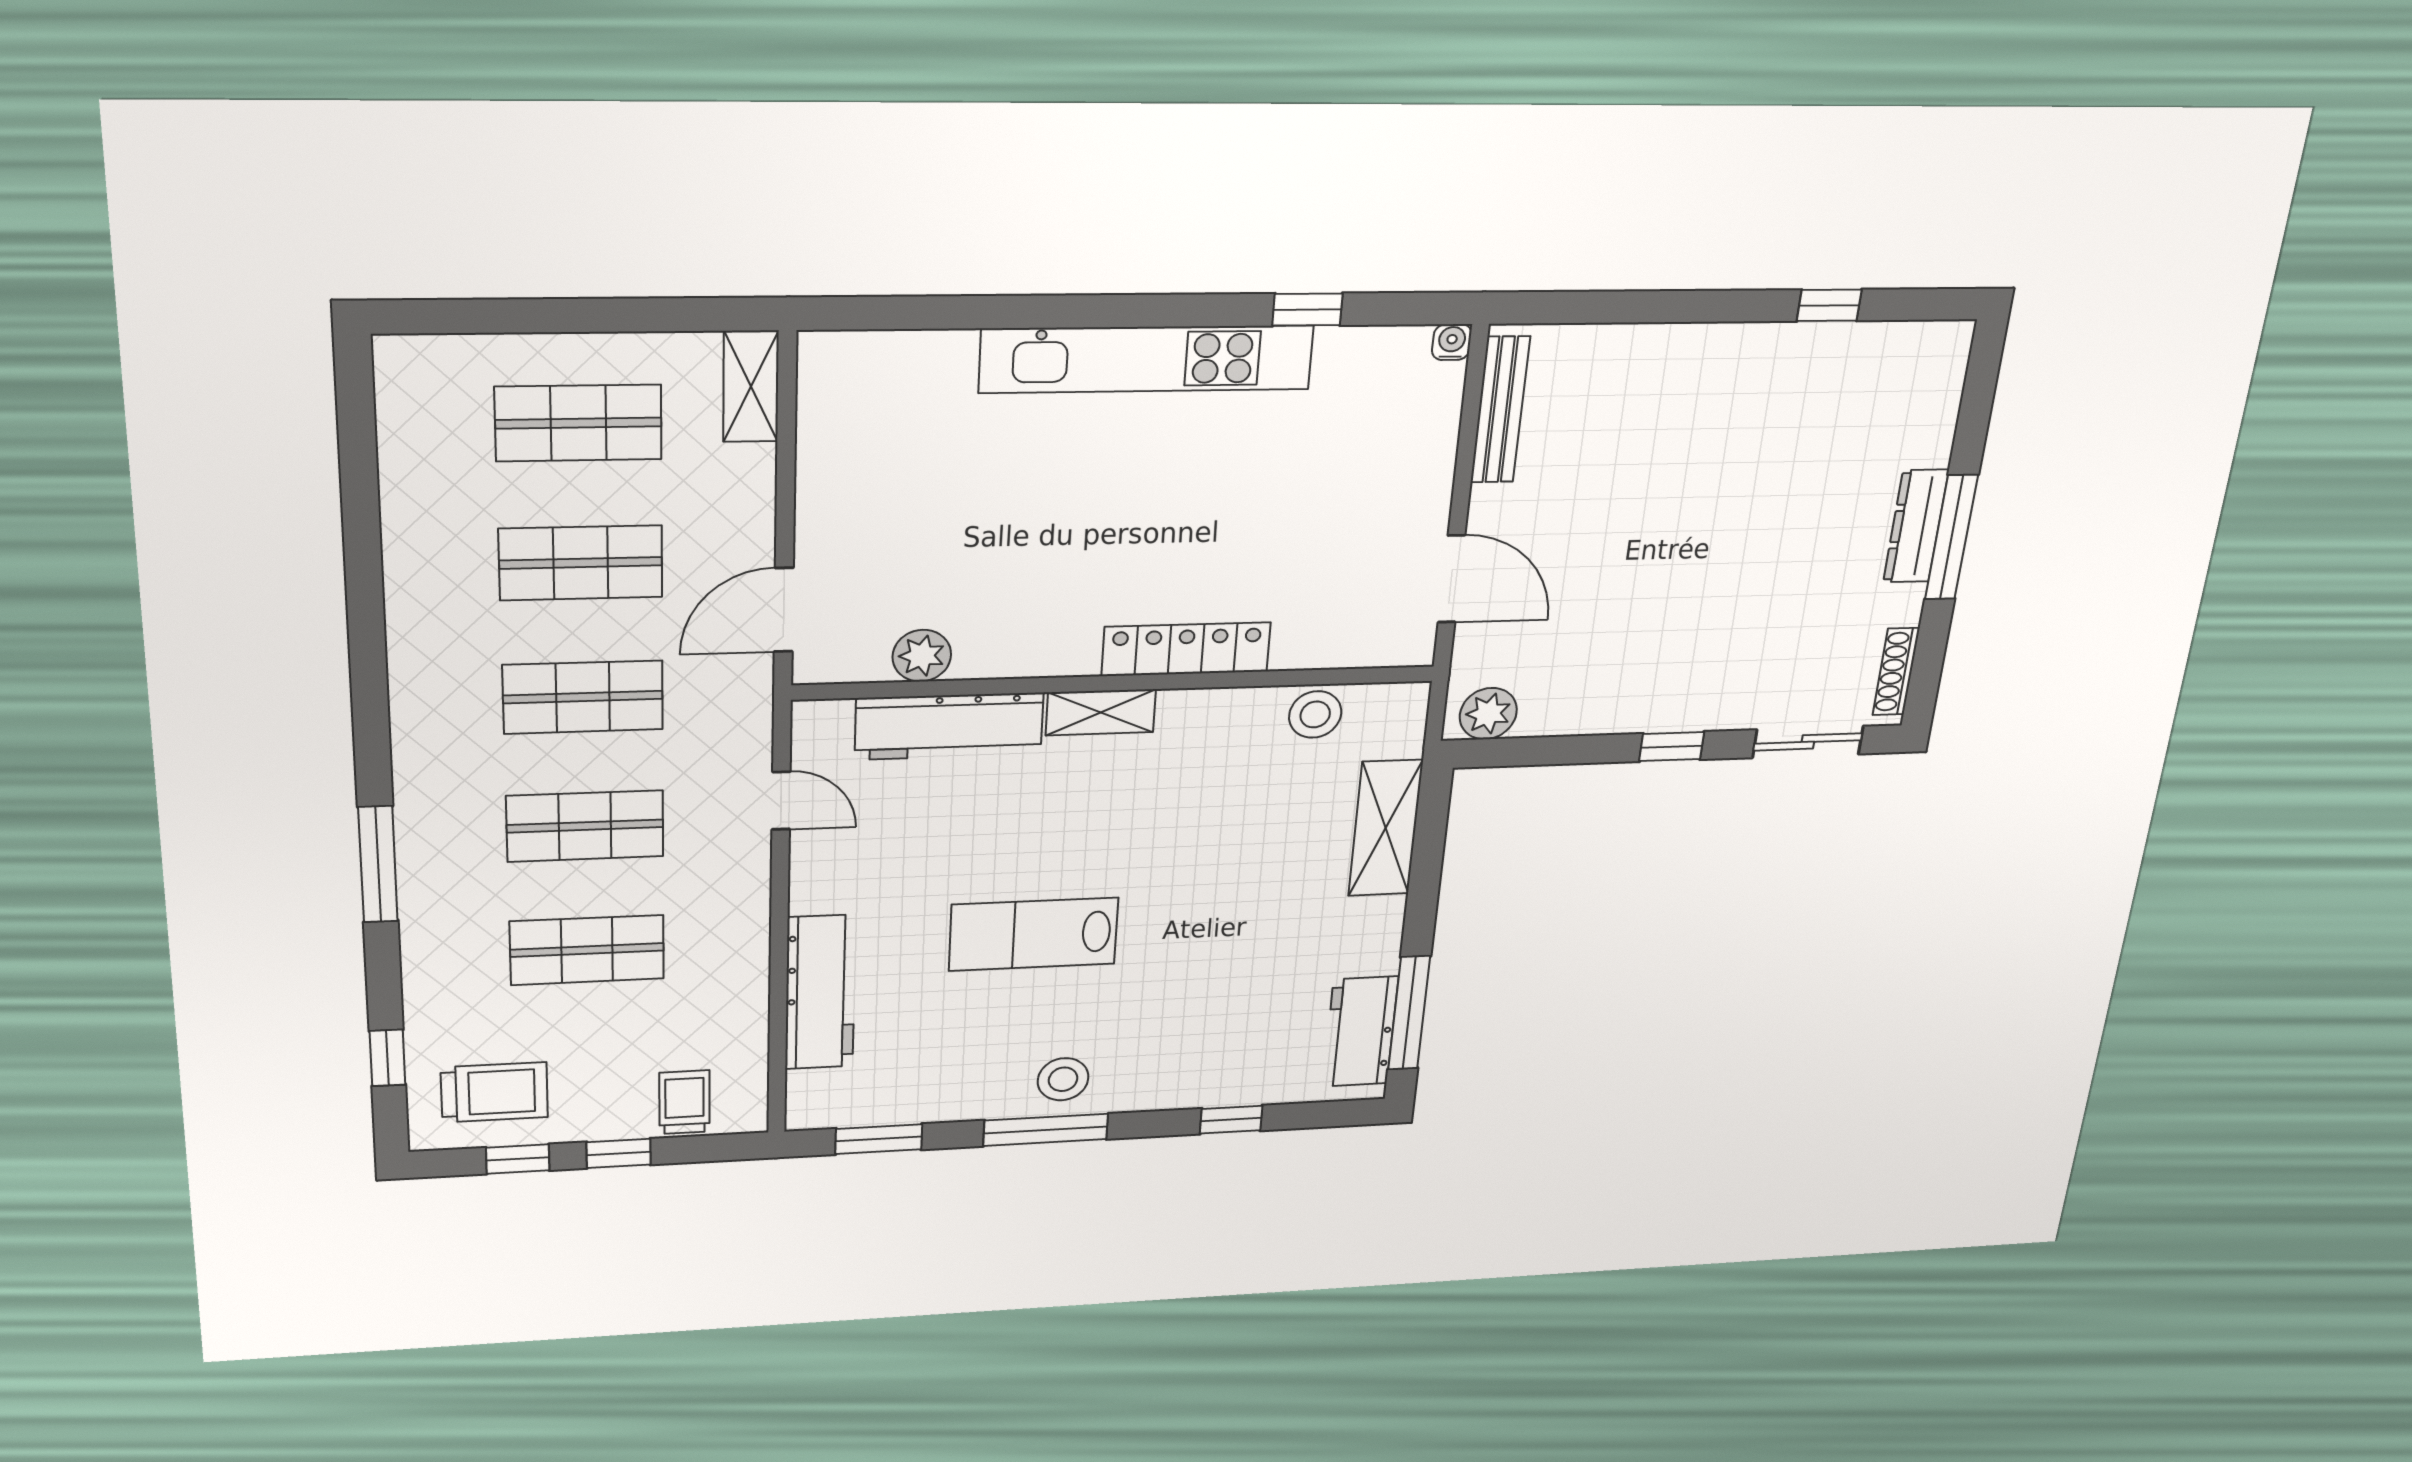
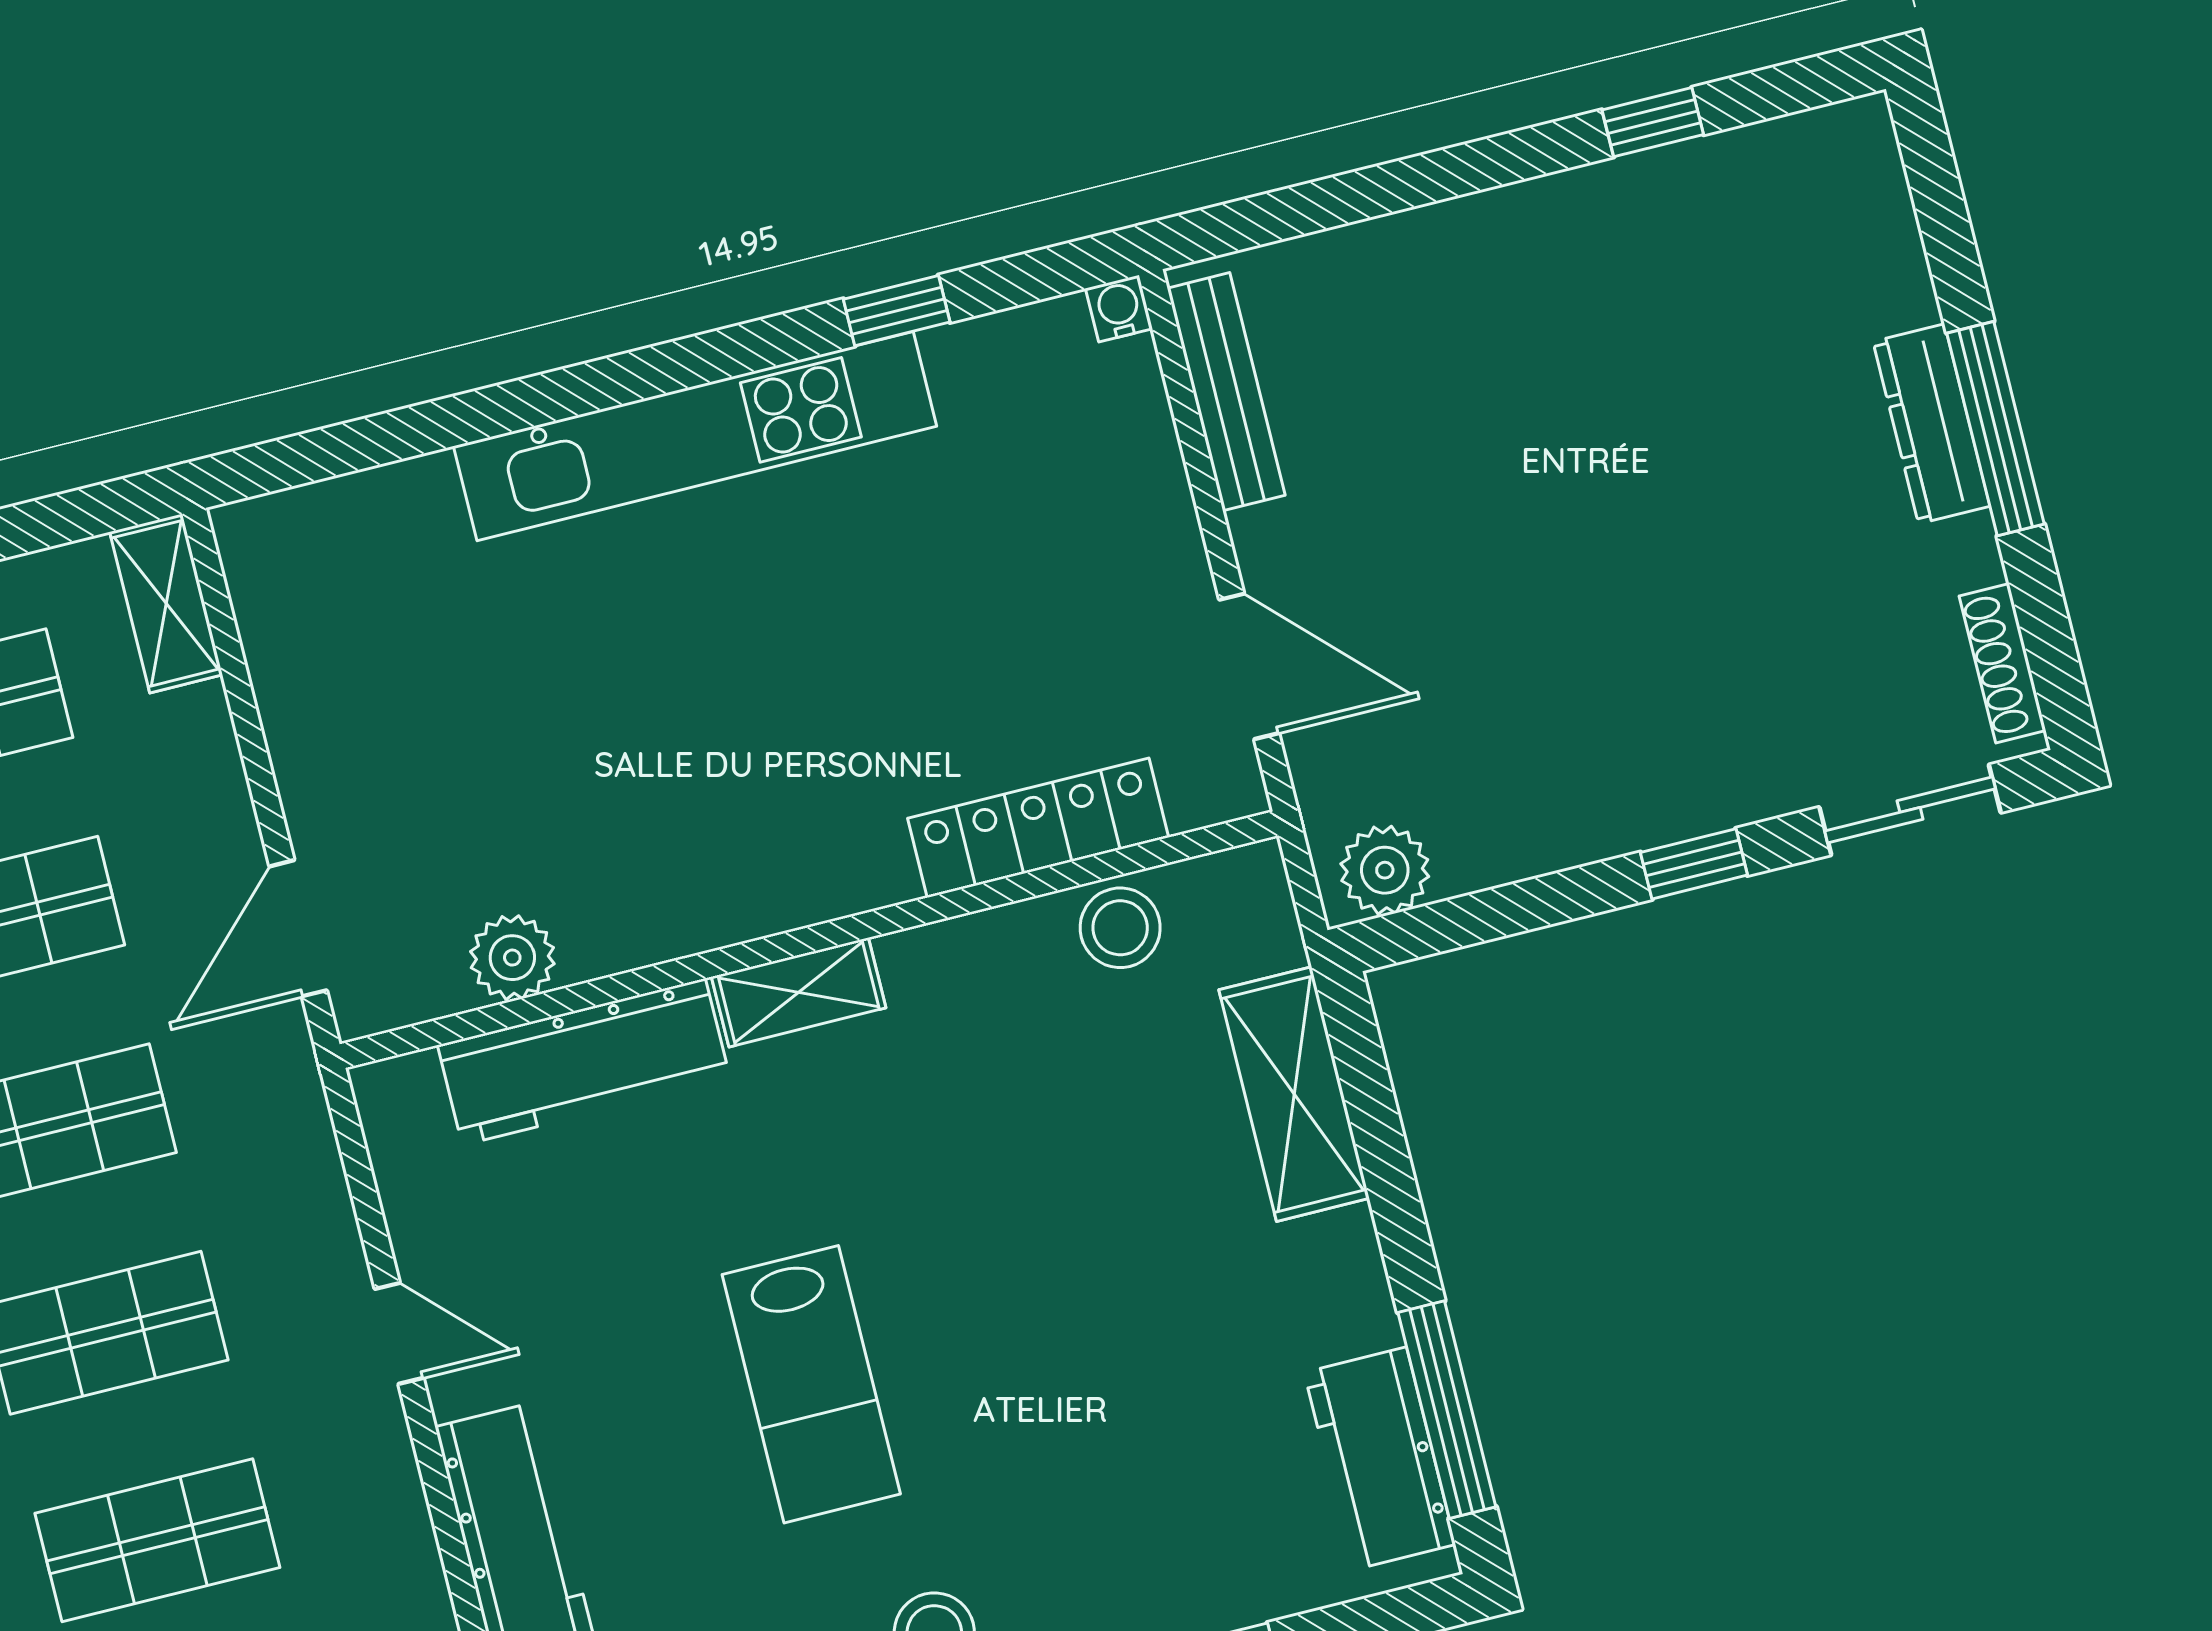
locker: (1186, 649) -> (1038, 828), moved
door: (781, 801) -> (399, 1333), moved
lab bench: (1034, 934) -> (811, 1384), turned -90

